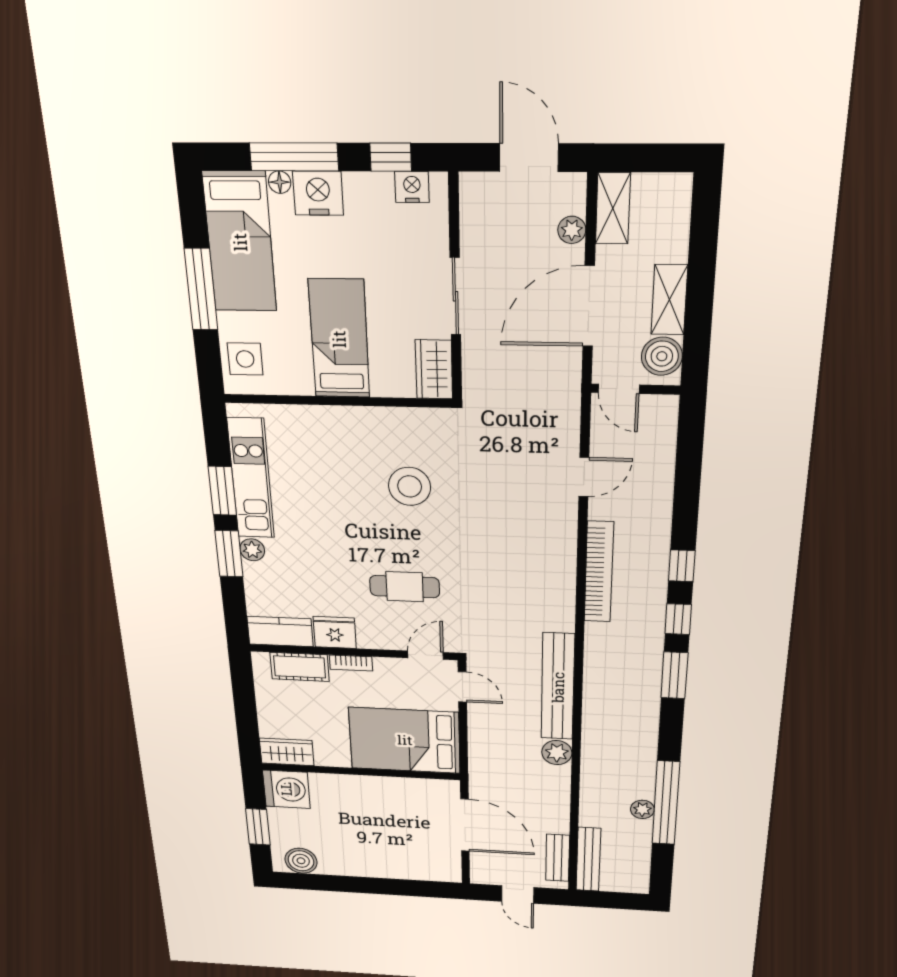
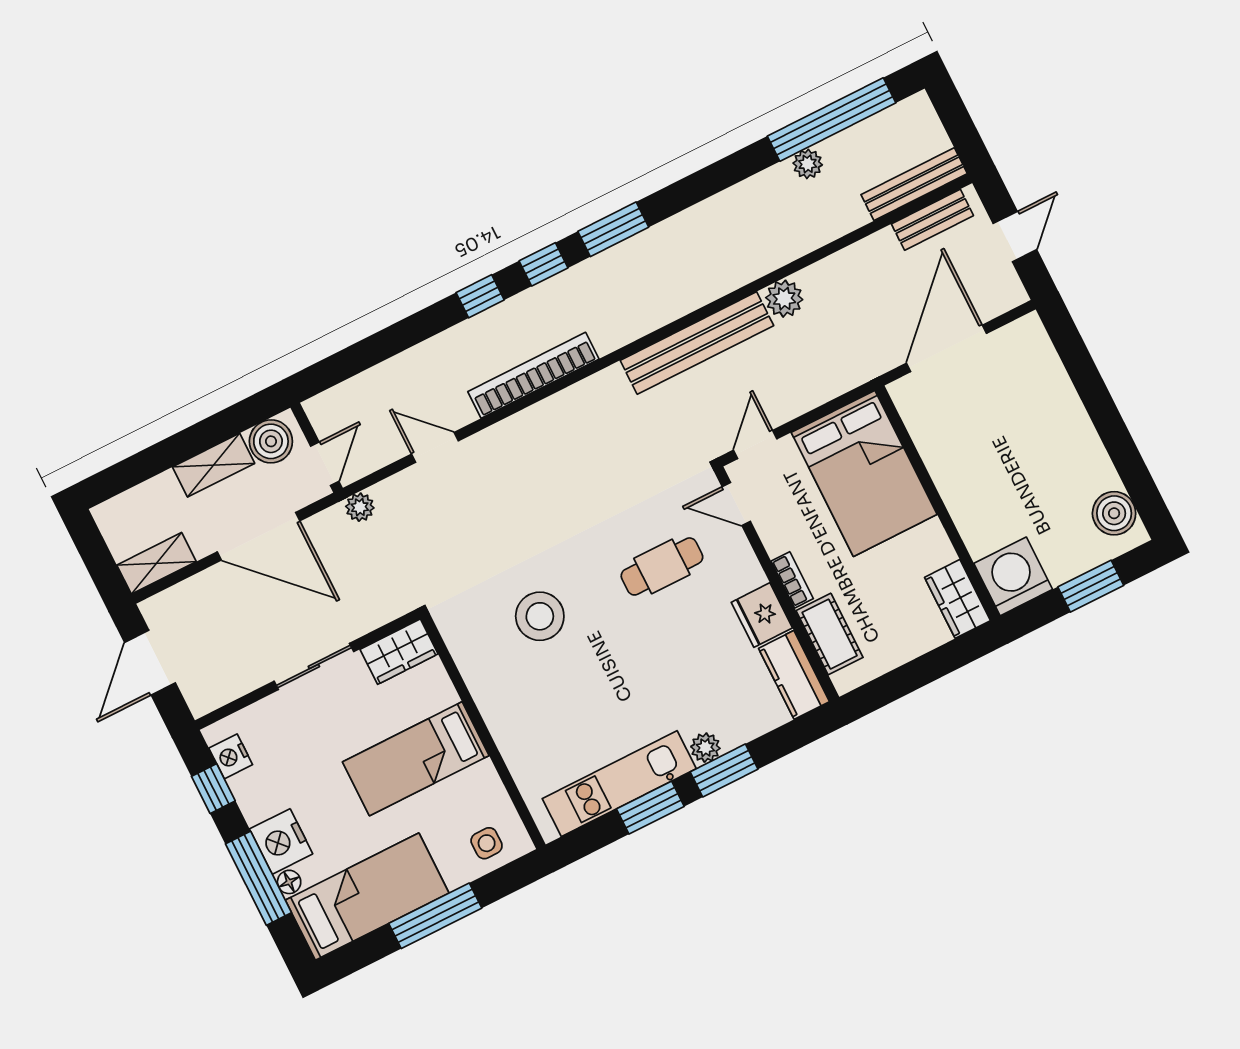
plant: (572, 230) -> (360, 507), moved
side table: (245, 359) -> (487, 843), width x0.73, depth x0.73
cafe table: (405, 587) -> (662, 566), turned 90
window: (666, 803) -> (832, 119), moved

